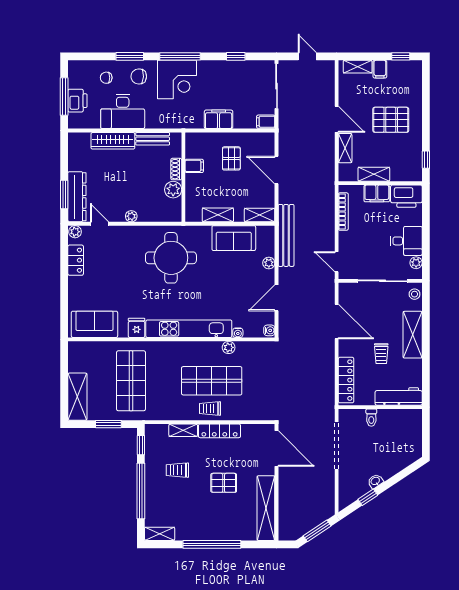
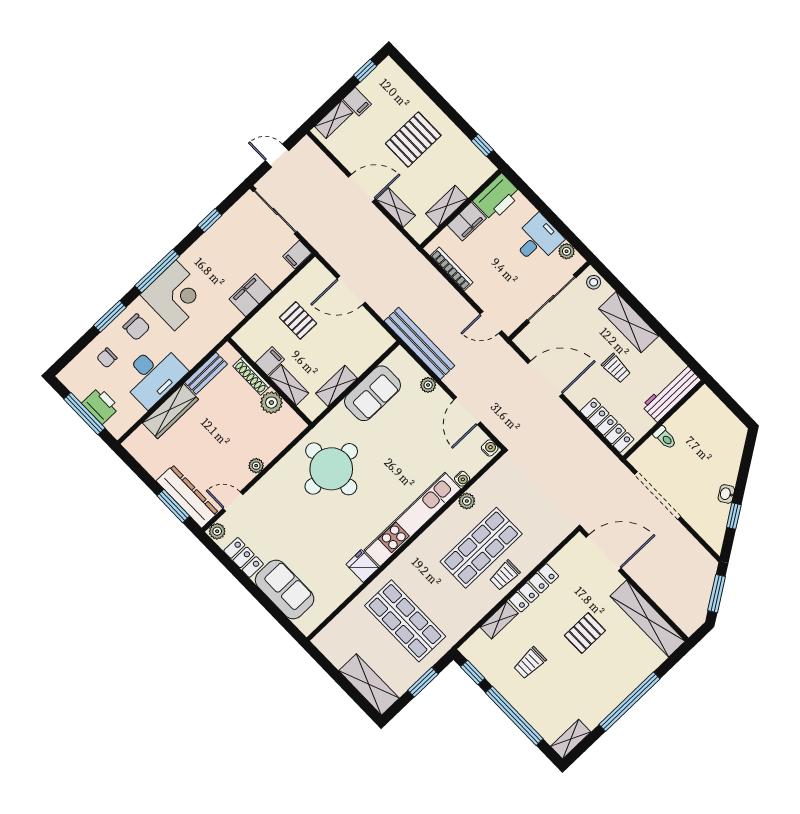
chair: (139, 76) -> (136, 327), turned -93
shoe rack: (176, 169) -> (252, 376), width x1.43
shelving: (260, 215) -> (289, 385), moved, turned 90
sofa: (94, 324) -> (285, 589), moved, turned 90

